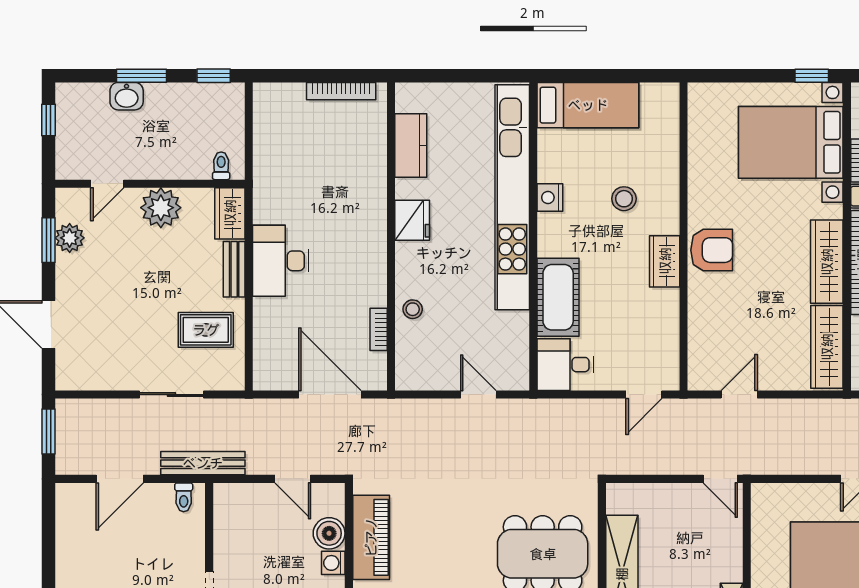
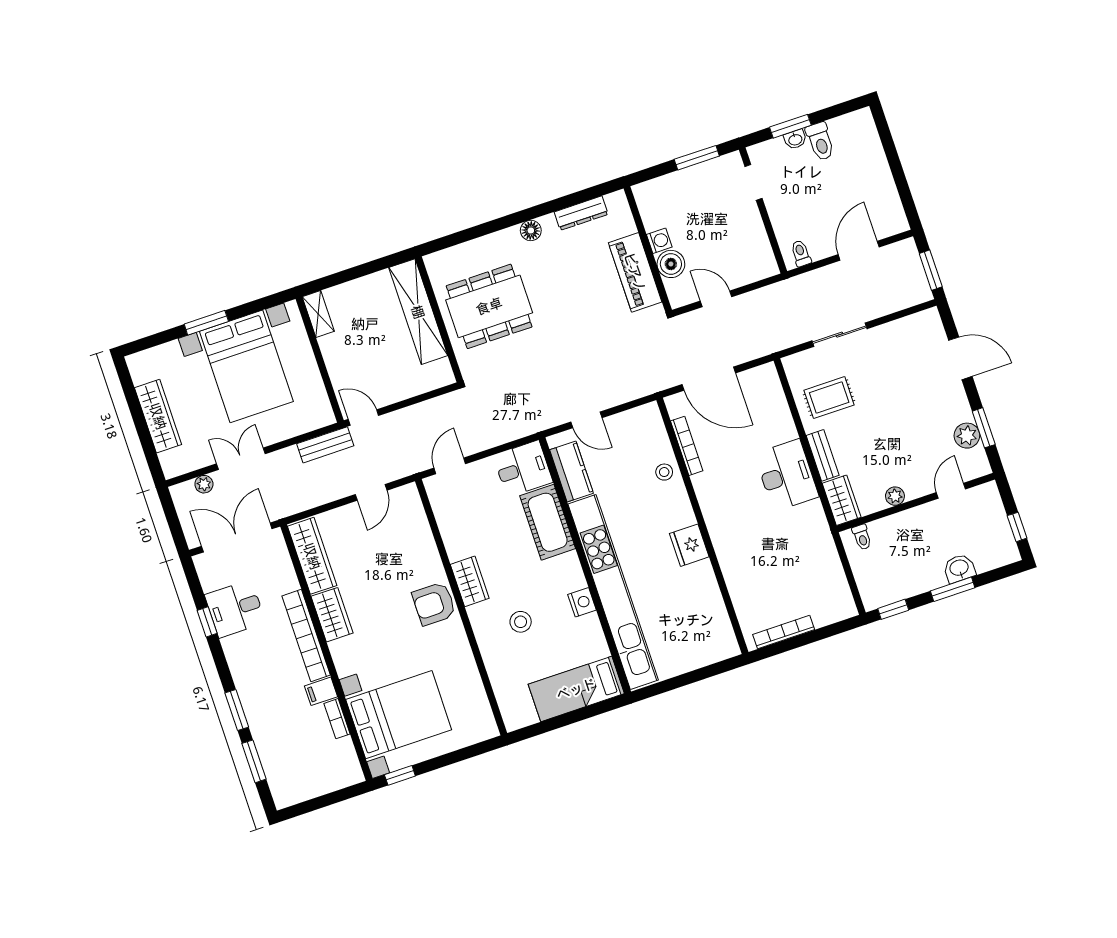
kitchen counter: (411, 145) -> (571, 471), moved, turned 180
plant: (161, 208) -> (895, 496), width x0.53, depth x0.53
wardrobe: (827, 262) -> (332, 615), width x0.67
bookcase: (379, 329) -> (687, 446), width x1.56
bench: (203, 463) -> (325, 445), moved, width x0.73

